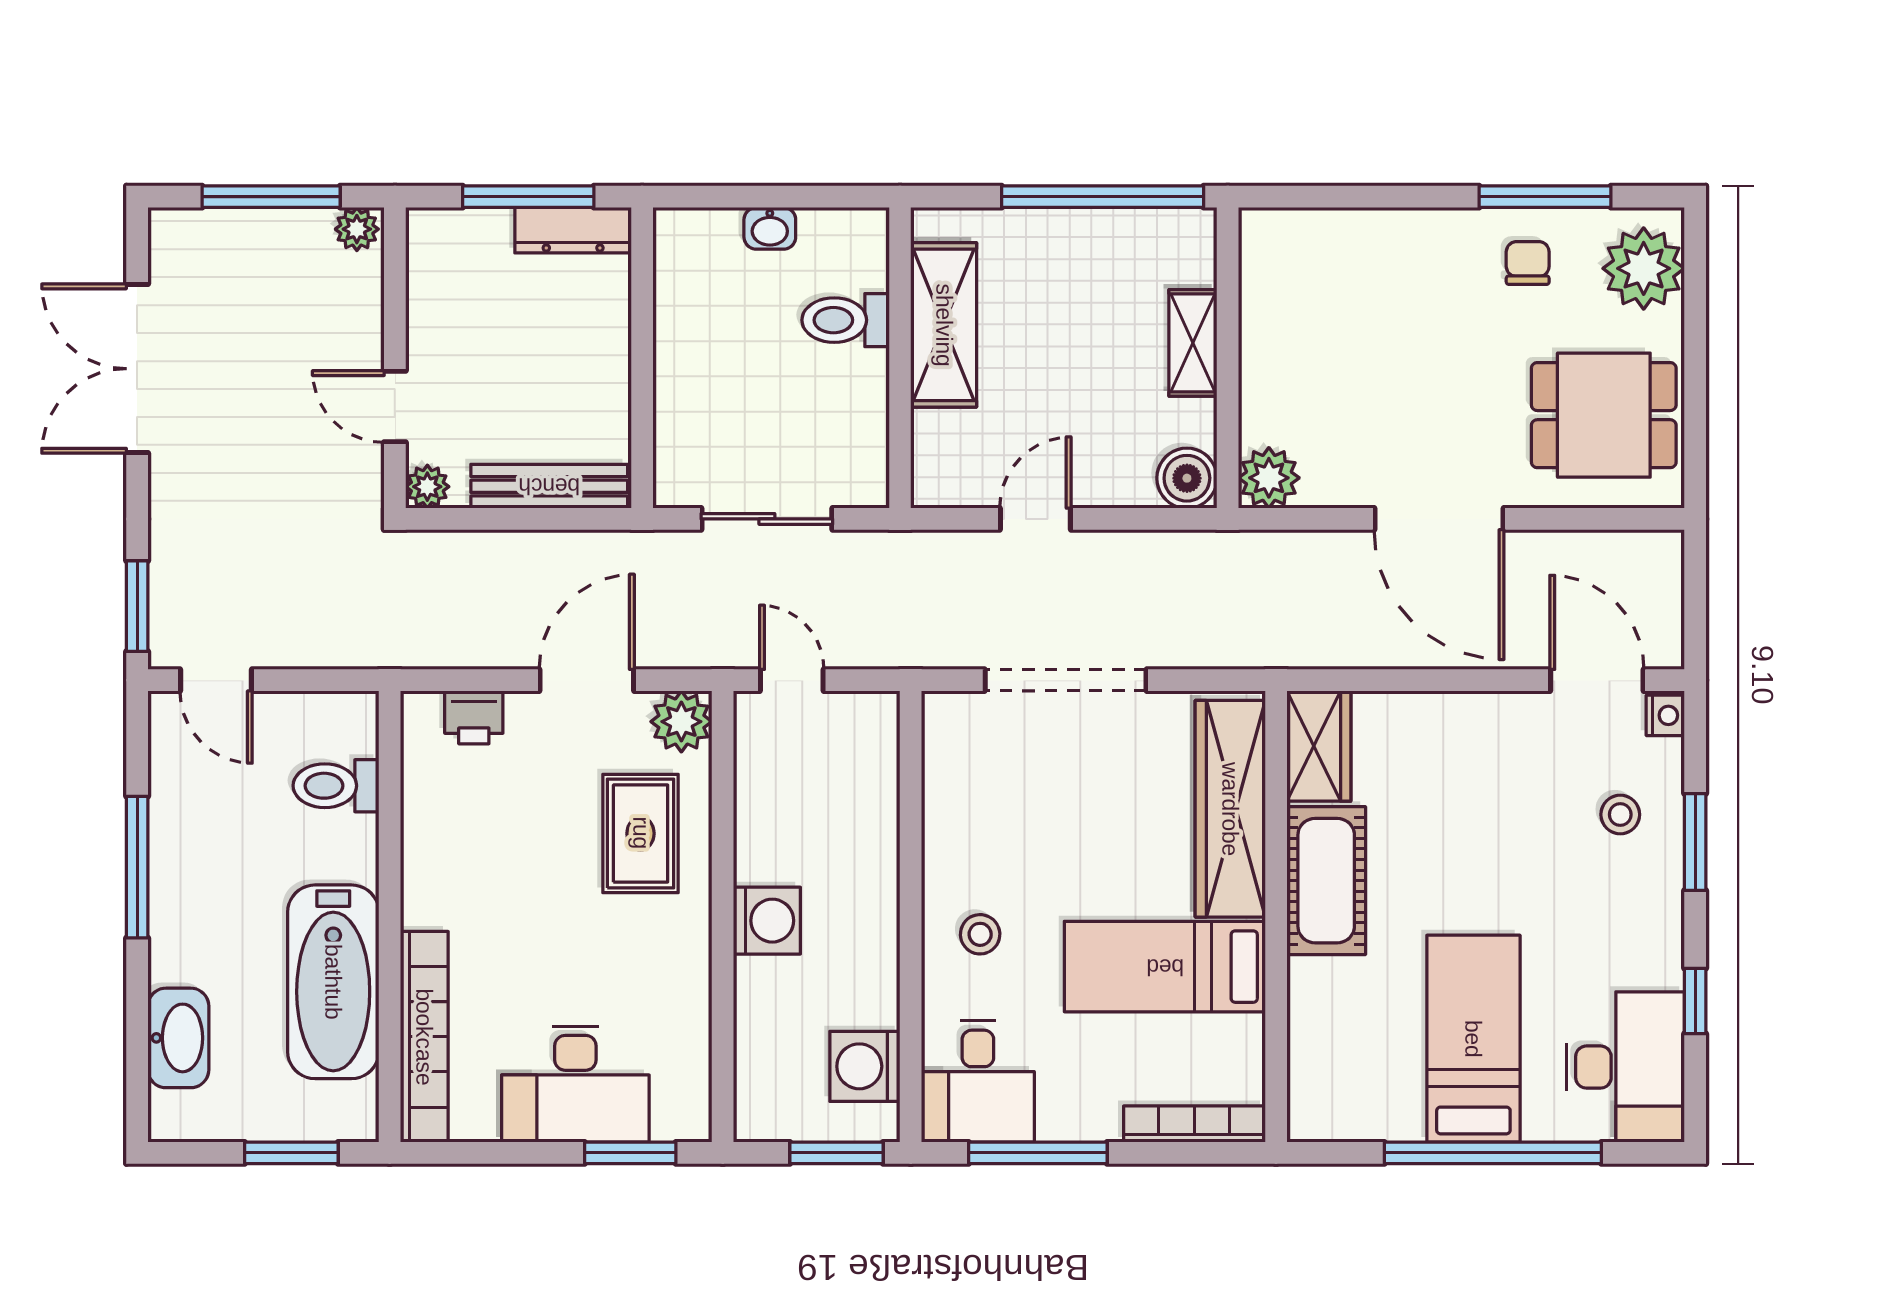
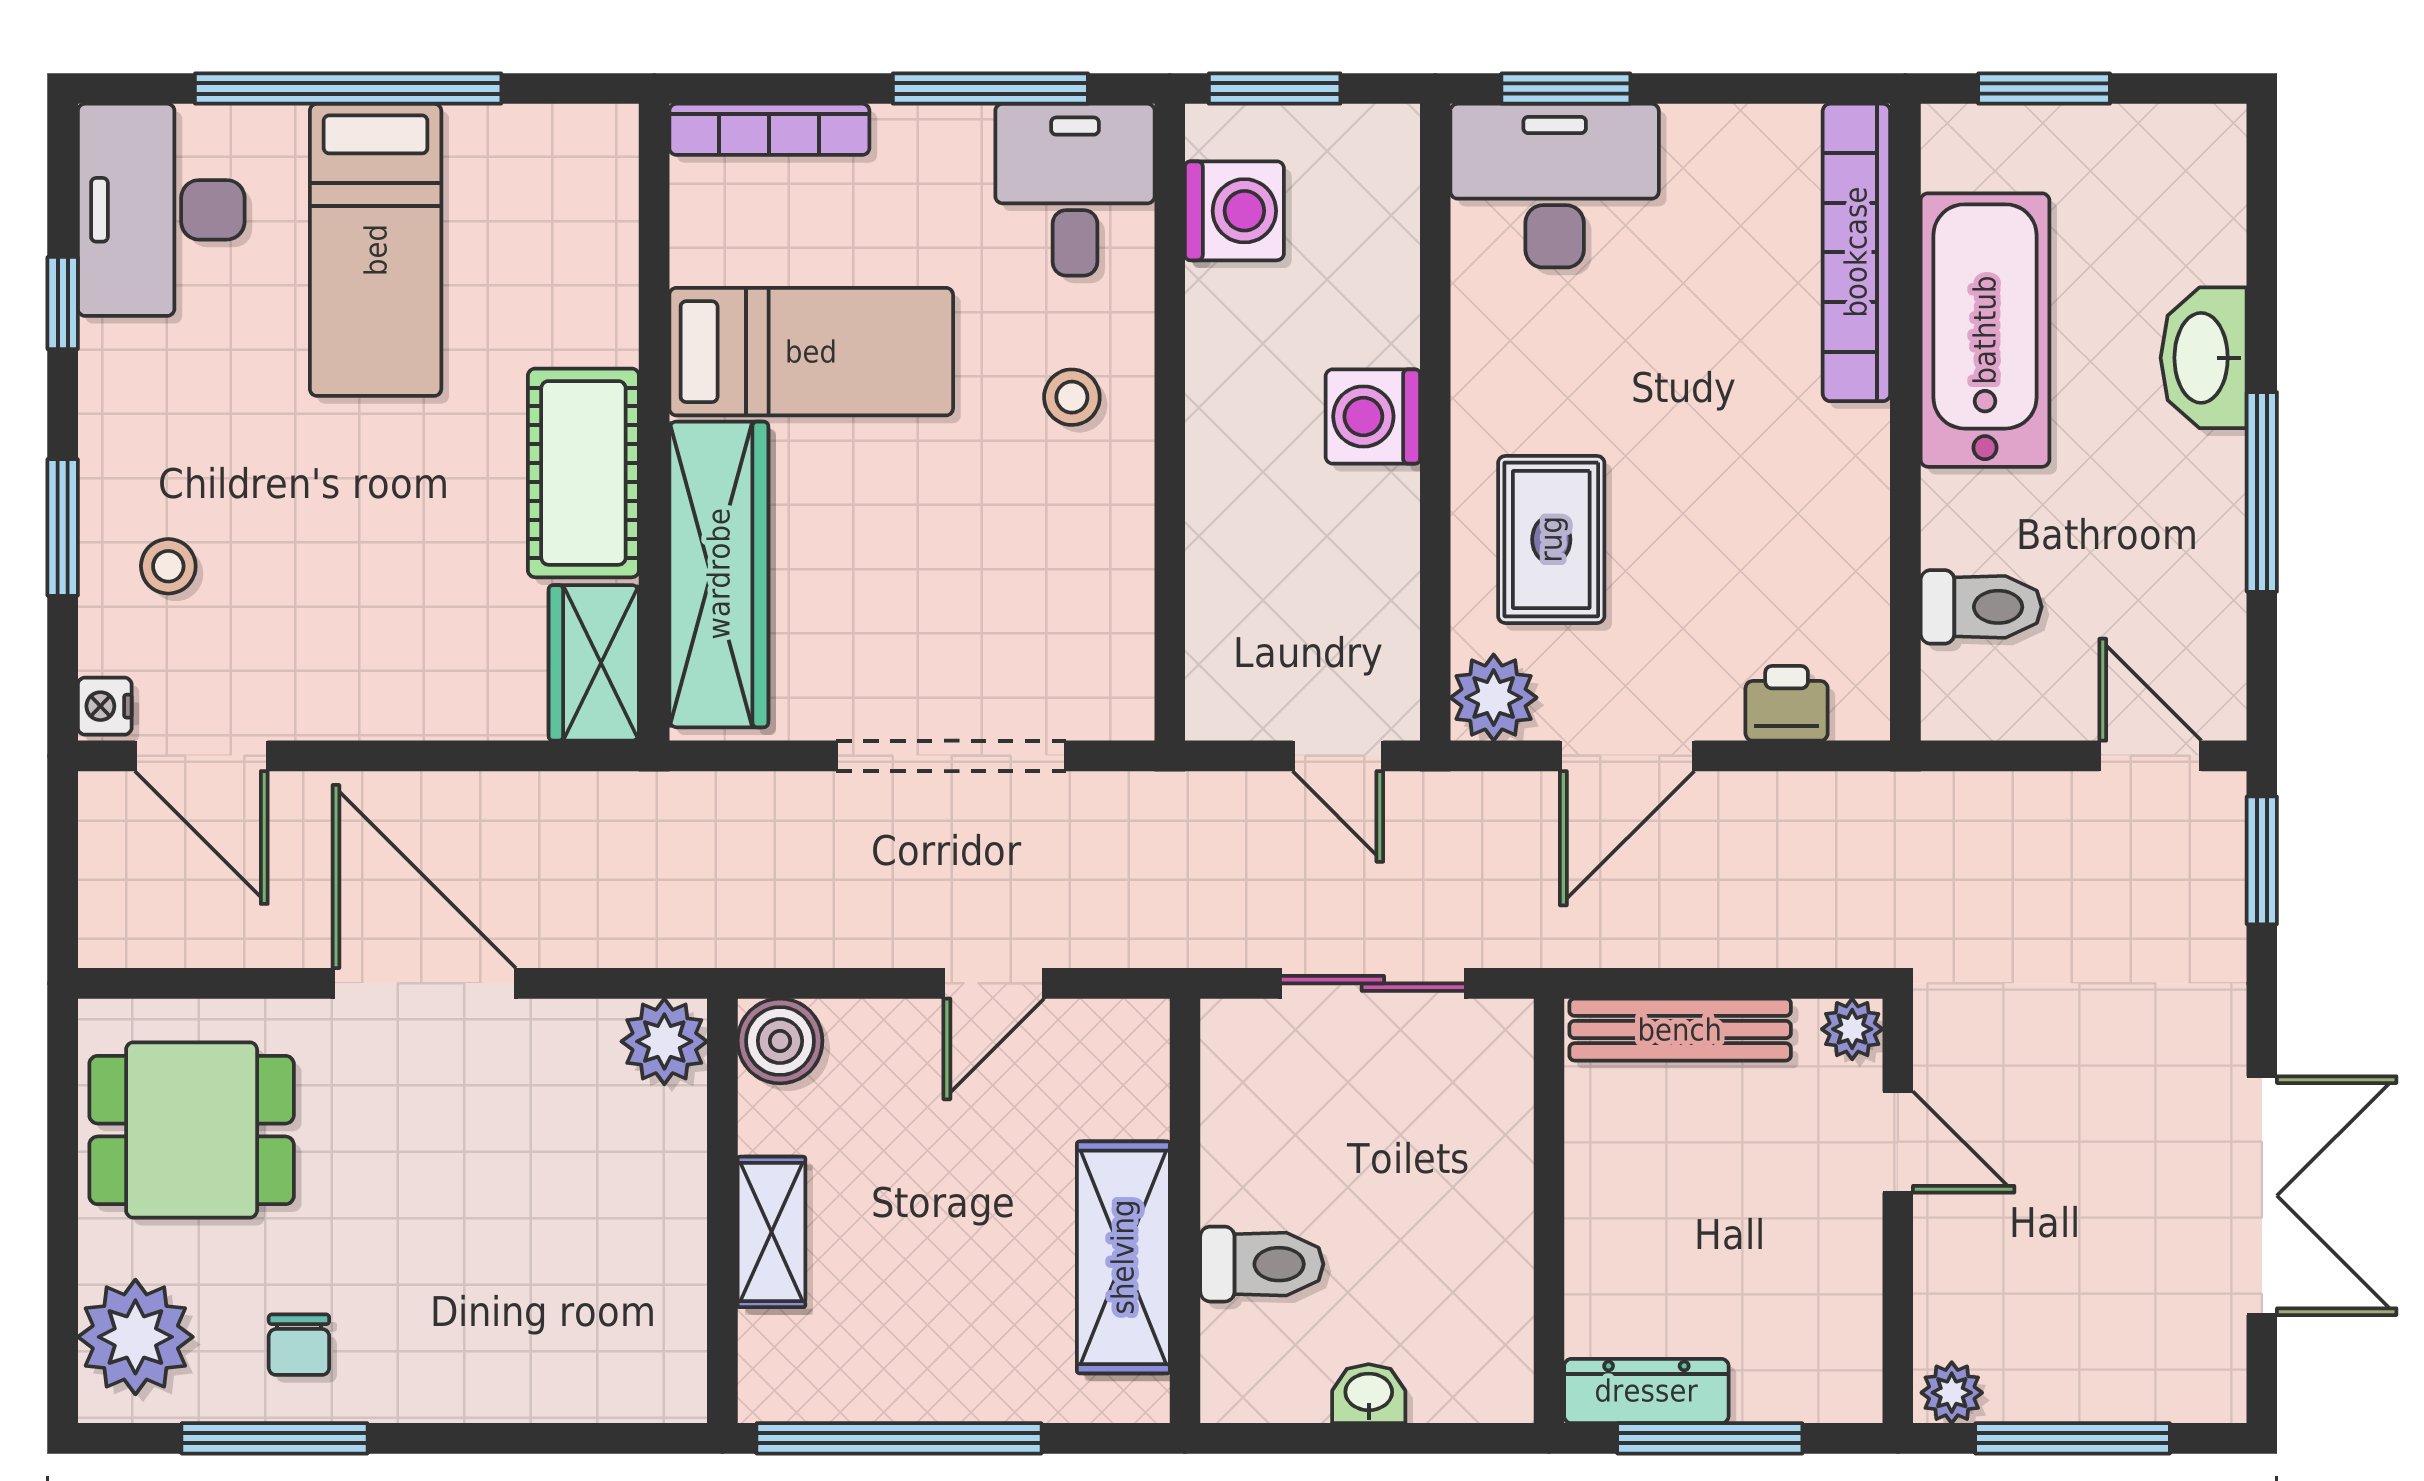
washbasin: (178, 1038) -> (2204, 358), moved
desk: (575, 1084) -> (1555, 186), moved

